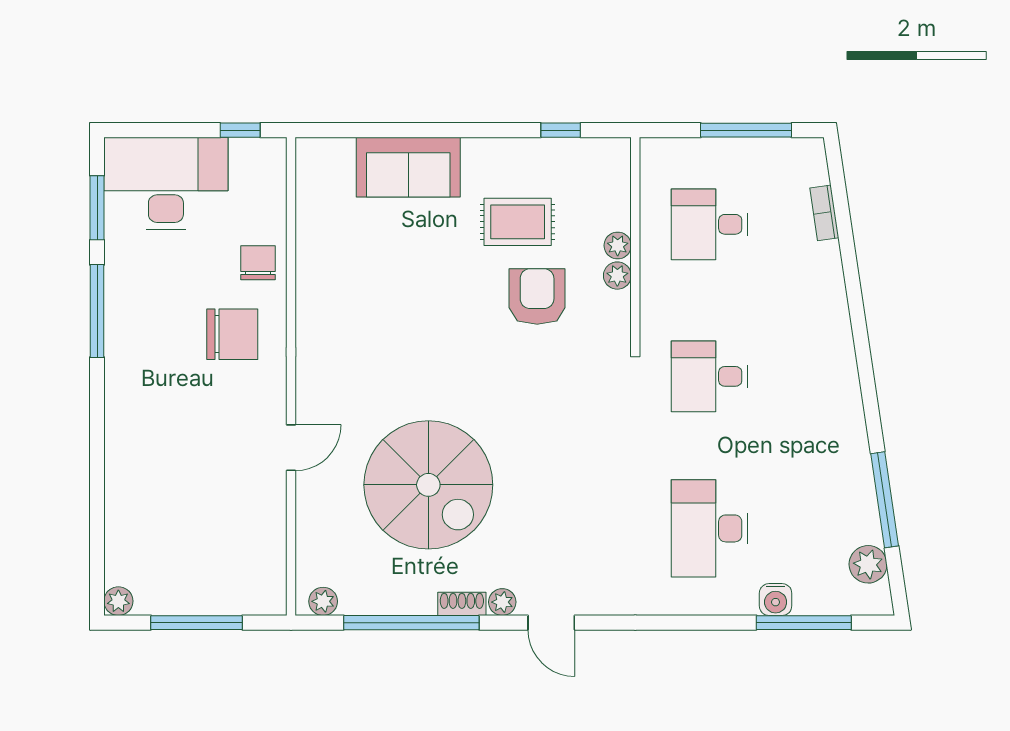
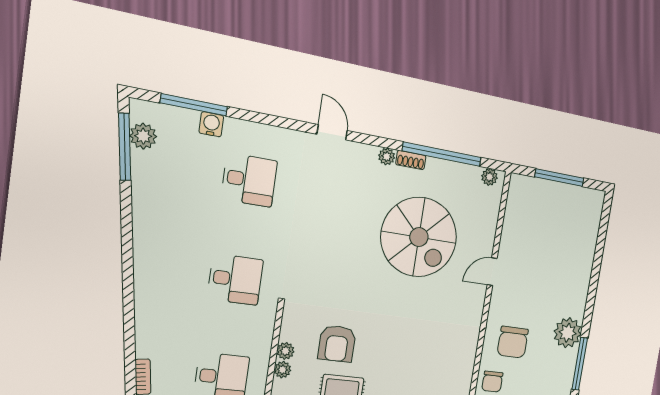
chair: (232, 334) -> (513, 342), turned -90
spiral stairs: (428, 485) -> (419, 237), turned 180
window: (885, 500) -> (125, 147), moved
desk: (710, 528) -> (249, 180), width x0.73
plant: (118, 601) -> (568, 333), moved, width x1.87, depth x1.87
door: (551, 623) -> (332, 132), moved

